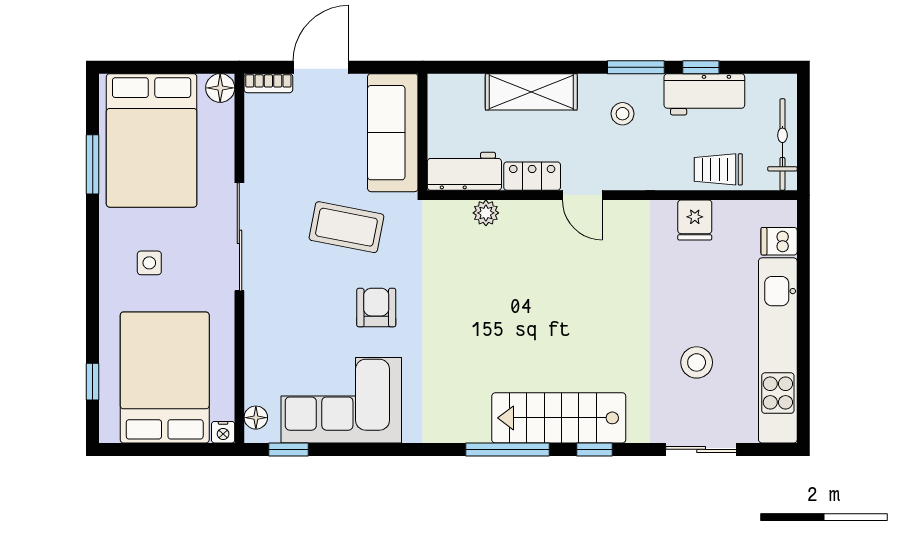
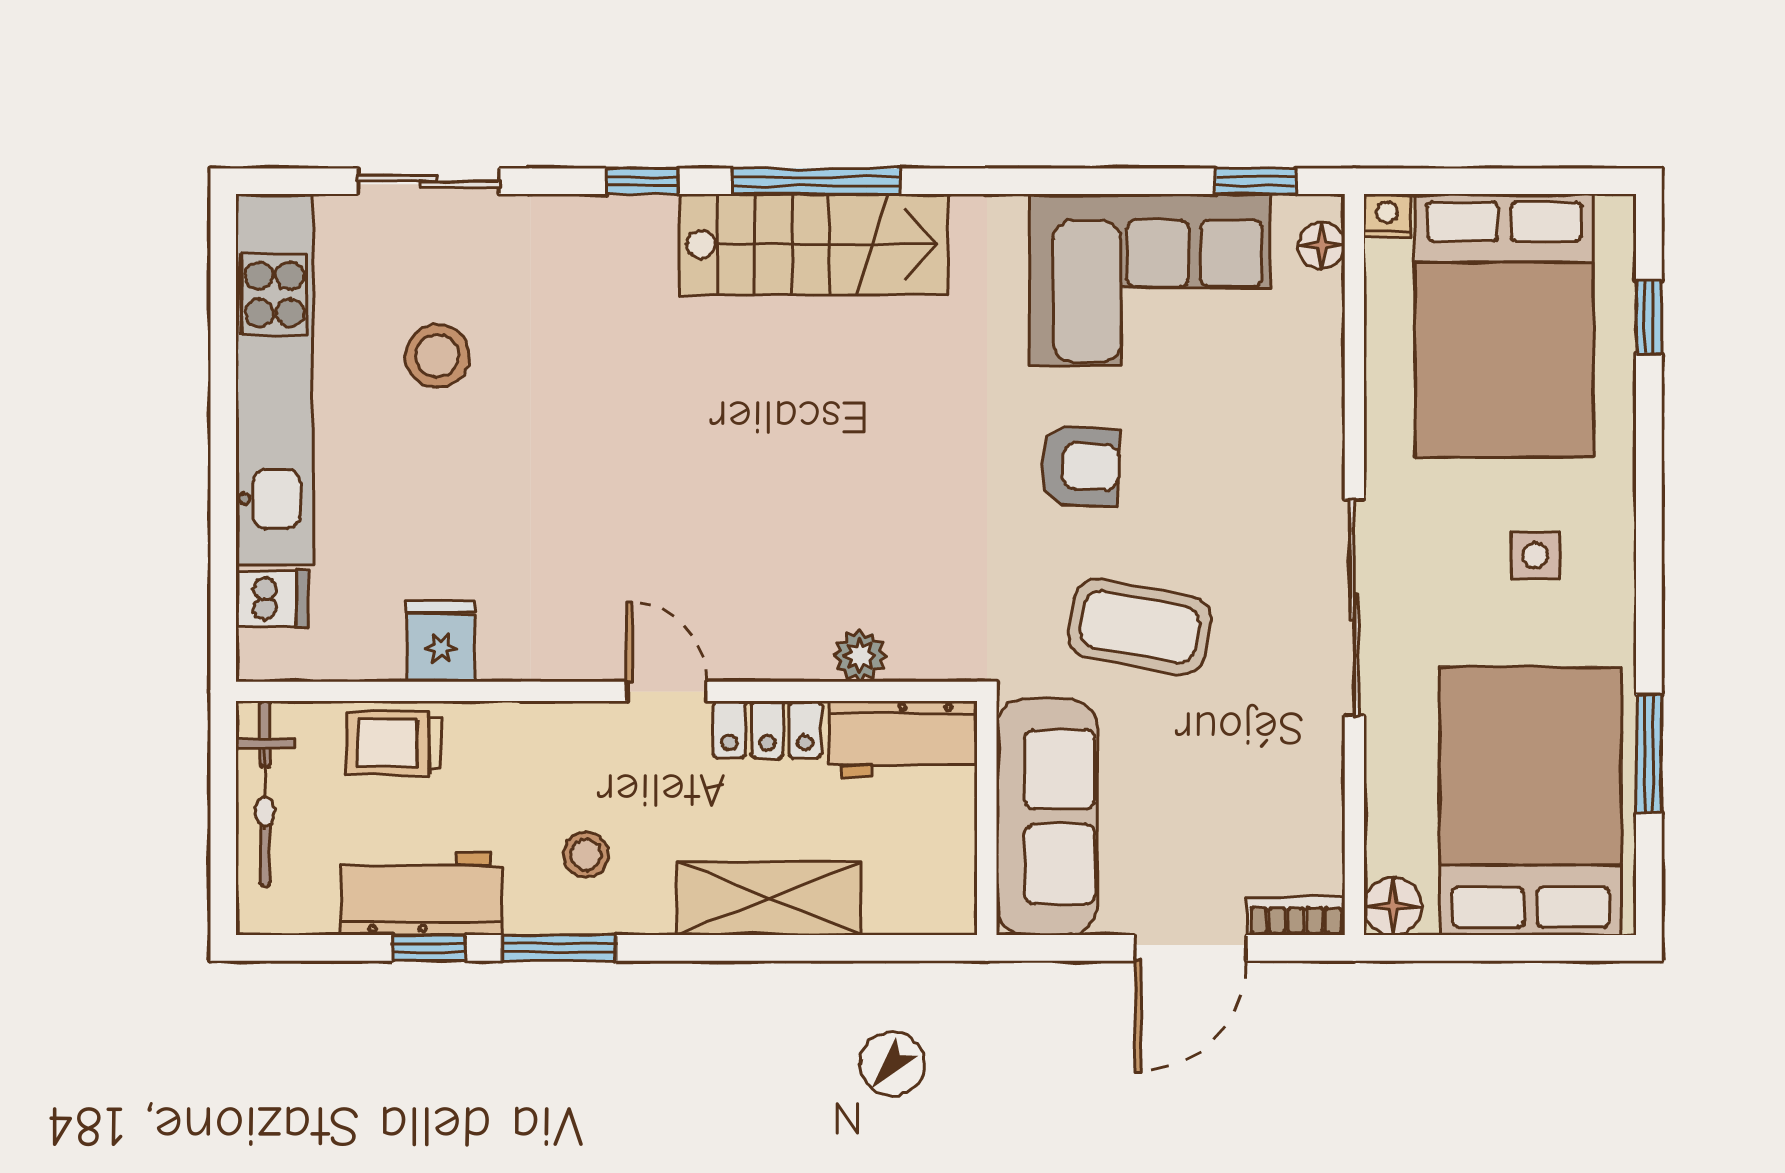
trolley: (718, 169) -> (394, 743), turned 180
armchair: (376, 308) -> (1080, 466), turned -87
stairs: (559, 418) -> (813, 244), moved

